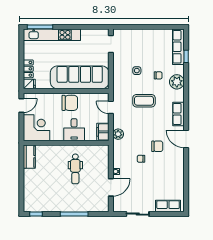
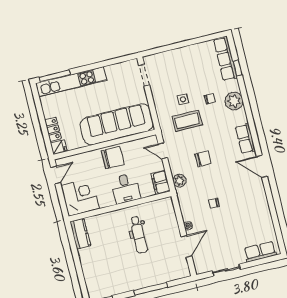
coffee table: (144, 101) -> (187, 121), moved
chair: (157, 146) -> (203, 159), moved

